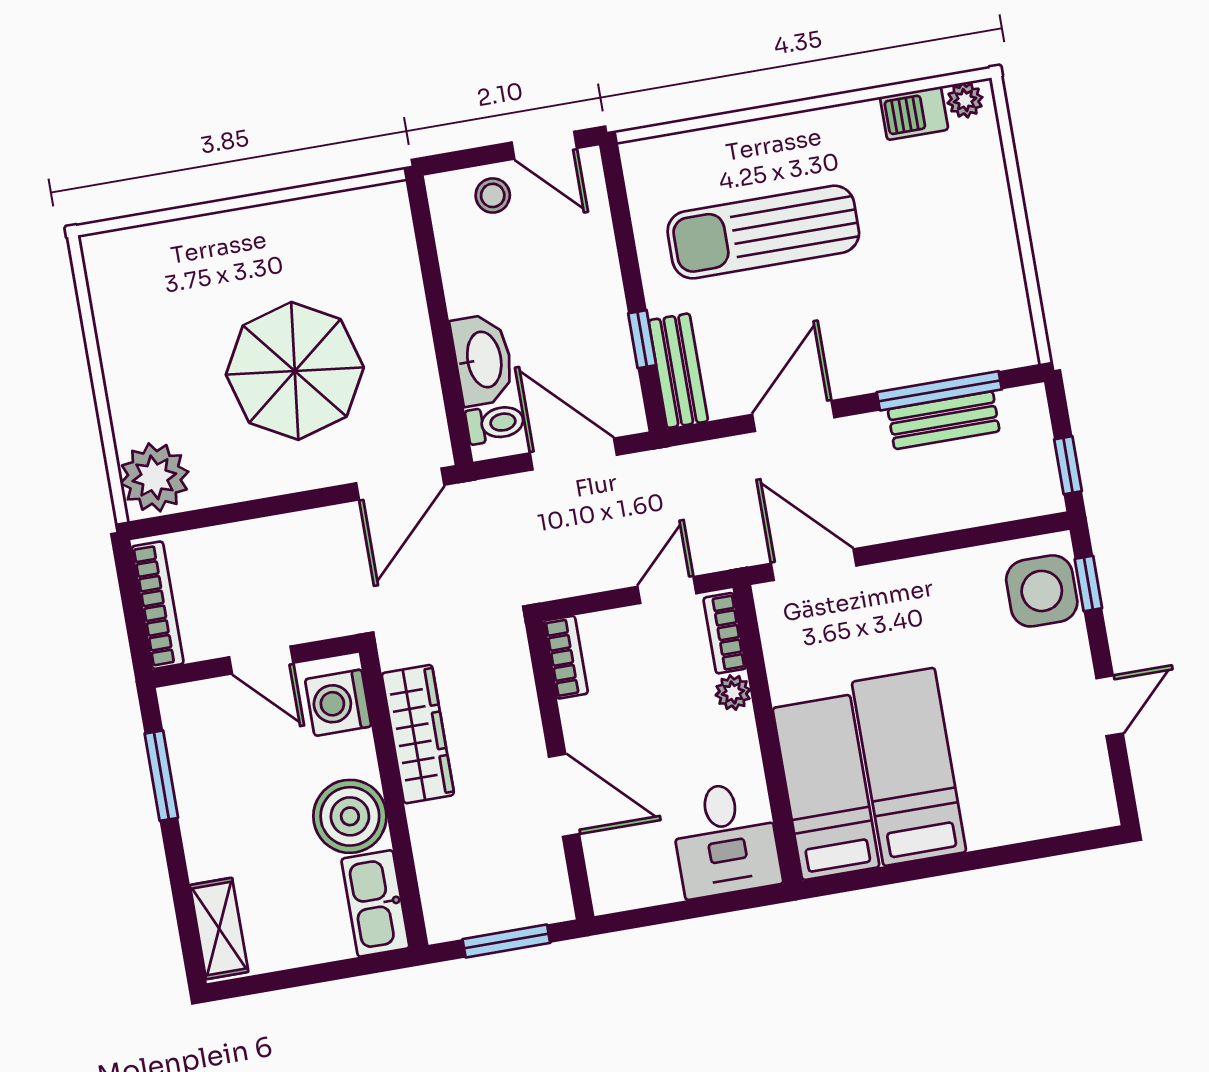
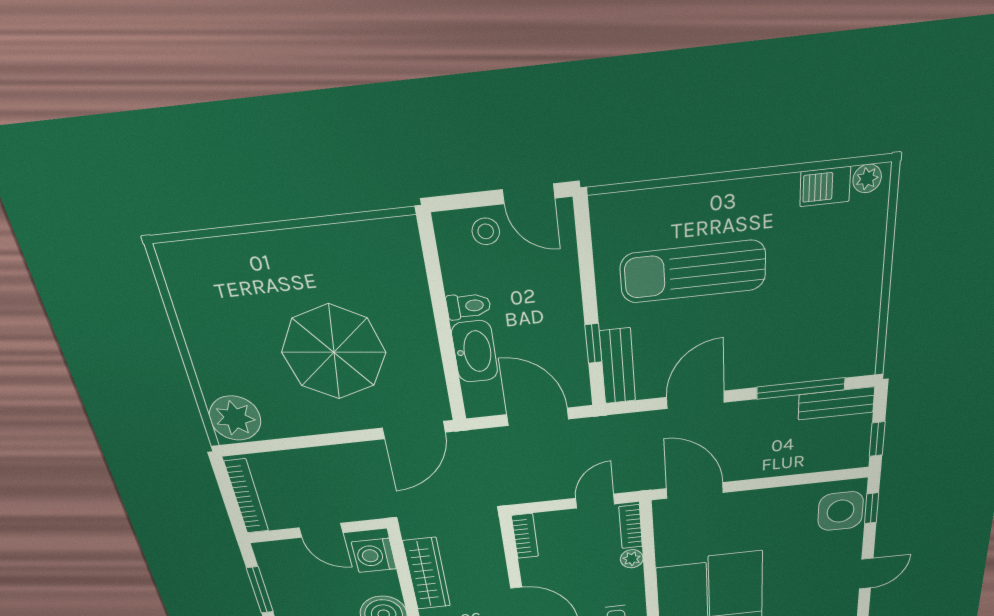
bench: (944, 420) -> (836, 403), moved
toilet: (495, 423) -> (469, 306), moved

